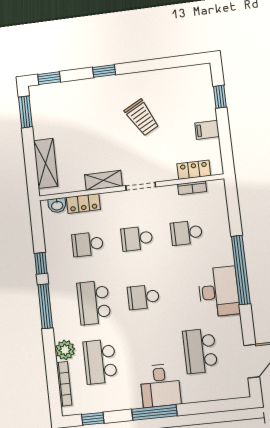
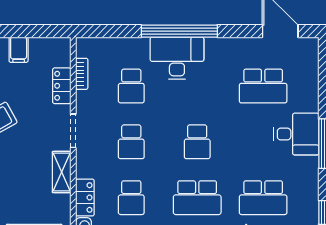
locker: (194, 170) -> (62, 86), moved
desk: (219, 292) -> (177, 58), moved

